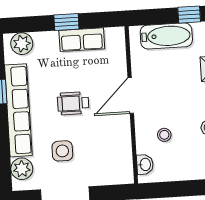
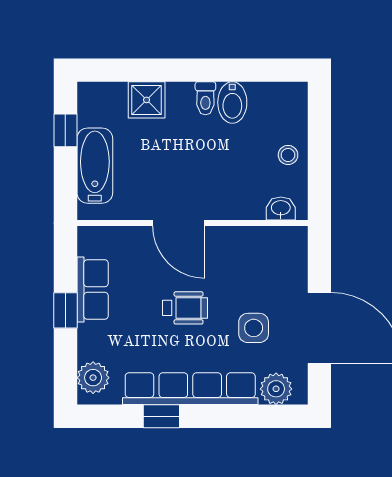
wheelchair: (73, 103) -> (185, 308), turned -90
stool: (164, 135) -> (288, 155), moved

